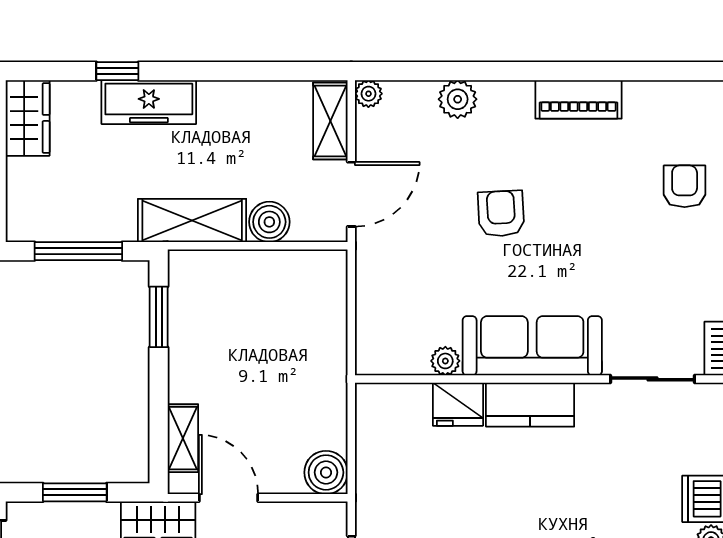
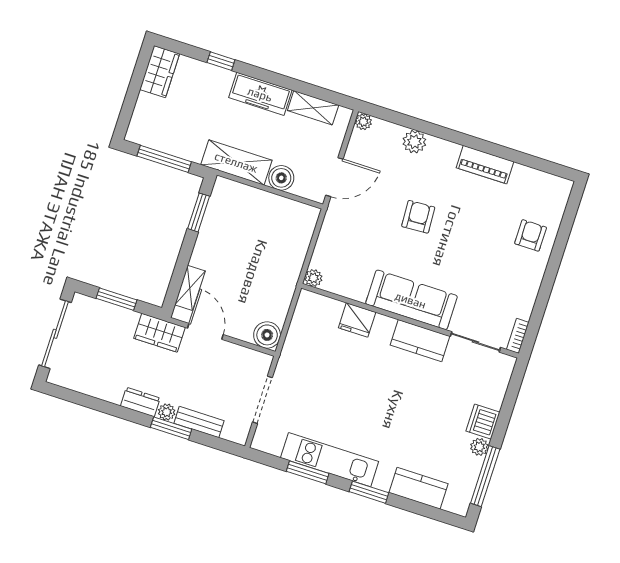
freezer: (149, 102) -> (260, 94), moved
shelving: (330, 121) -> (313, 108), moved, turned 90
plant: (445, 361) -> (313, 278), moved
kitchen counter: (530, 405) -> (420, 341), moved

